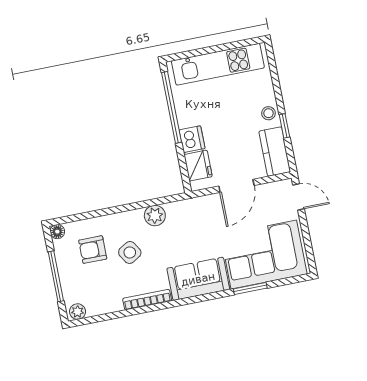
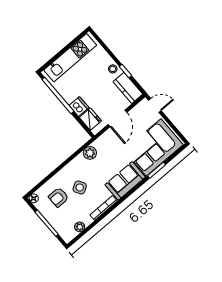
plant: (155, 216) -> (90, 153), moved
plant: (78, 312) -> (80, 227), moved

